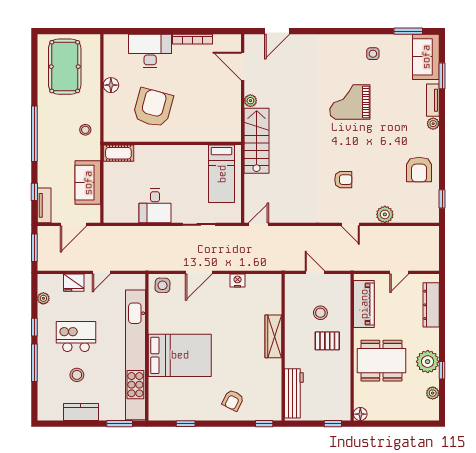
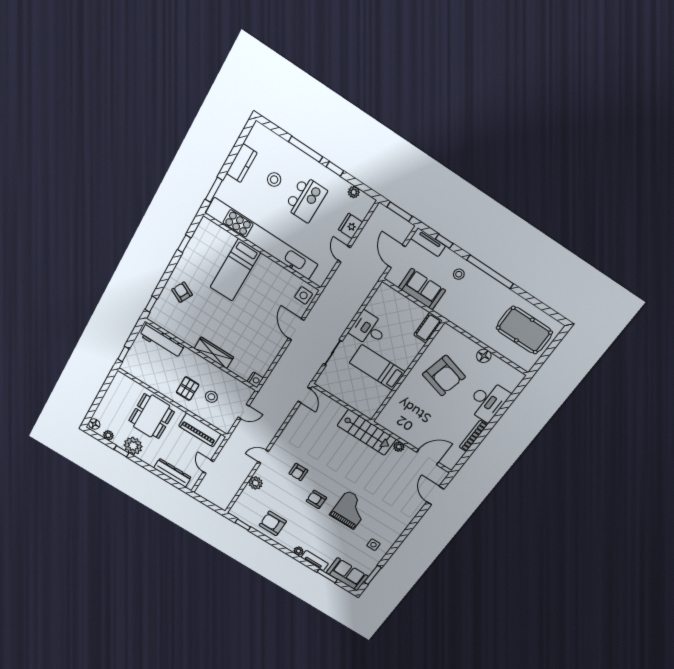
stool: (85, 130) -> (459, 274), moved
armchair: (361, 143) -> (316, 499), added
bed: (222, 174) -> (377, 367), moved
nightstand: (238, 281) -> (255, 380), moved
bed: (180, 355) -> (235, 270), width x0.67
floor lamp: (360, 414) -> (94, 424), moved

